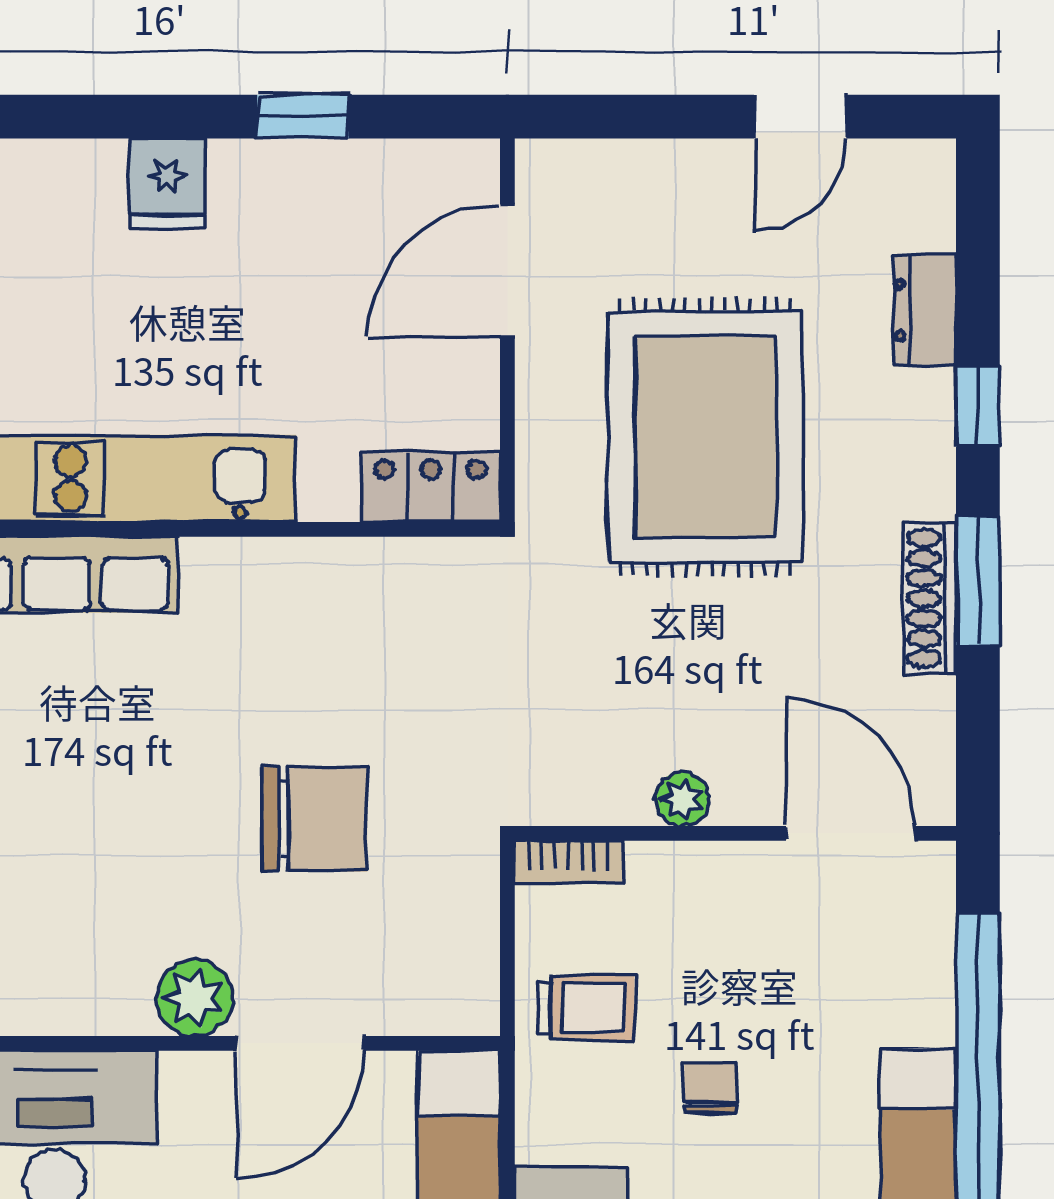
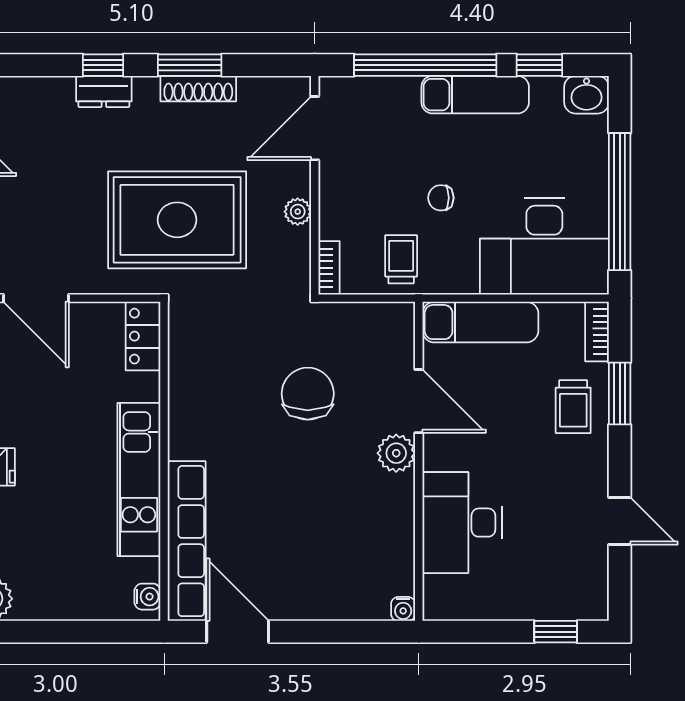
dresser: (925, 310) -> (104, 91), moved
rug: (705, 437) -> (177, 220), moved

